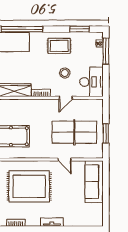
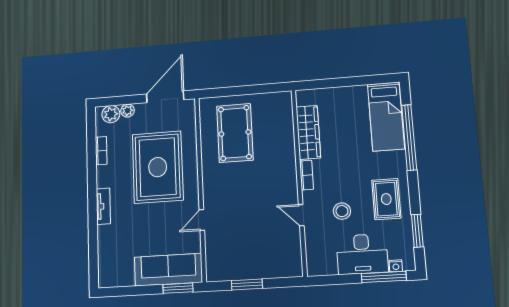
desk: (91, 82) -> (362, 254), moved
table tennis table: (74, 132) -> (246, 233), removed
window: (106, 176) -> (178, 288), added

